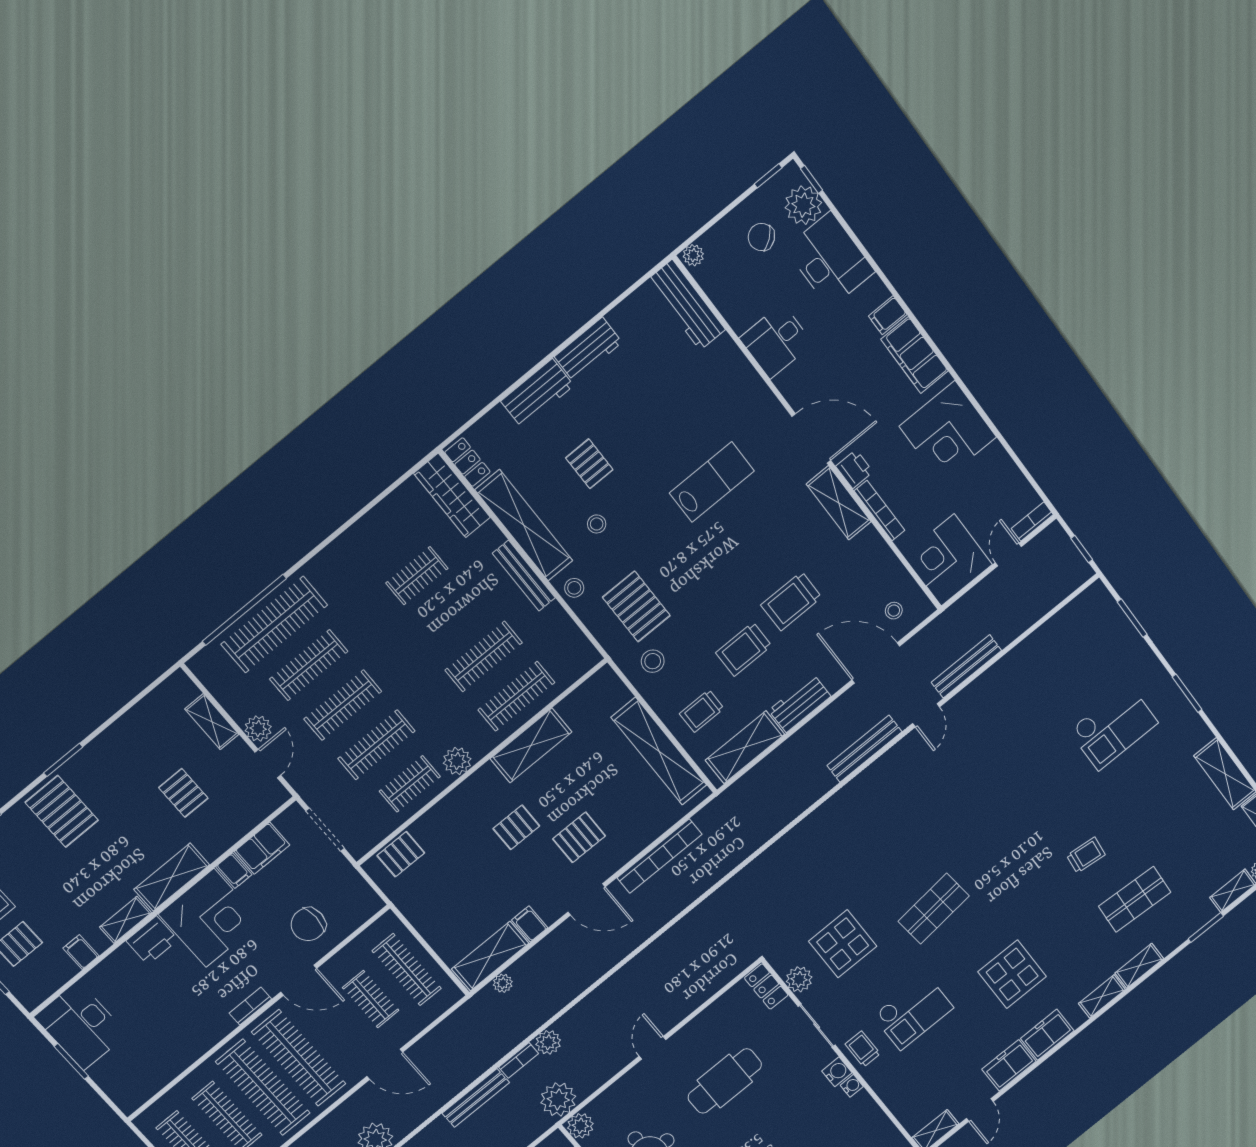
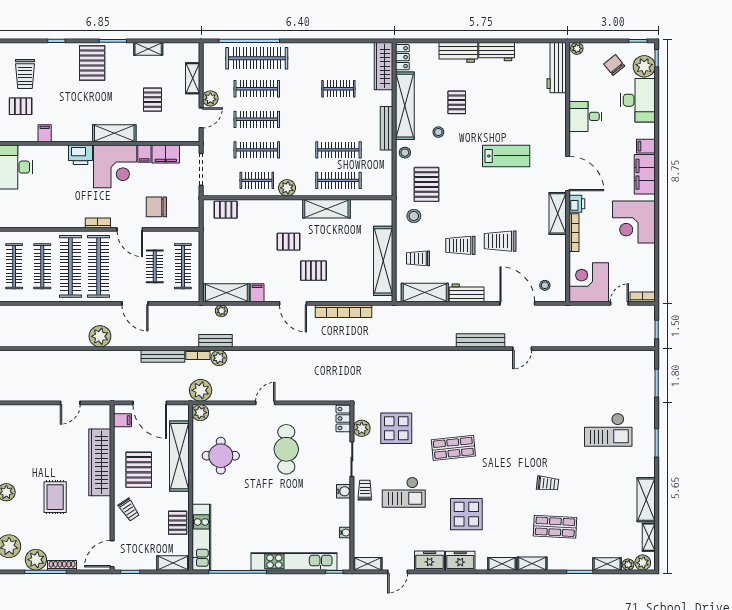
bench: (966, 666) -> (216, 341), moved, width x0.73
shelving: (126, 920) -> (148, 49), moved
cafe table: (725, 1081) -> (286, 449), turned 90
water cooler: (852, 1086) -> (345, 533), moved

